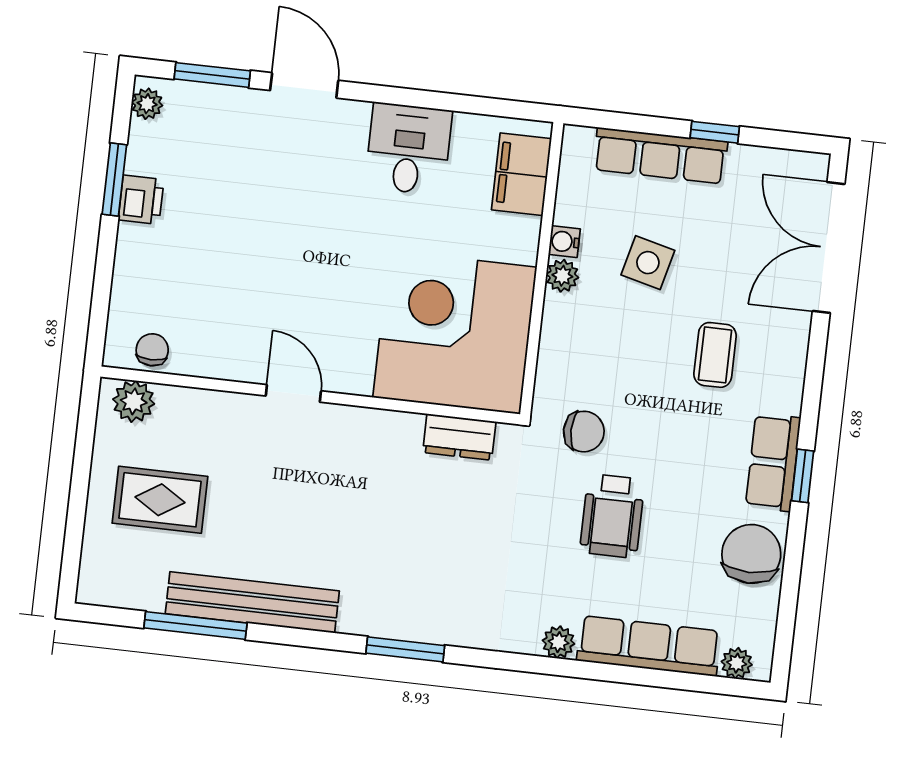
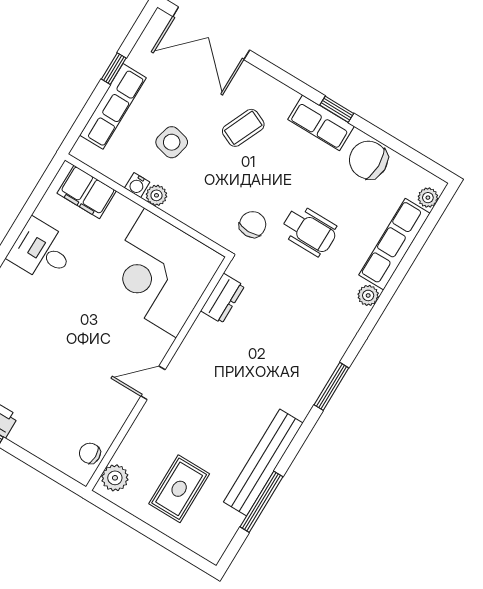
coffee table: (715, 355) -> (243, 128), turned -66

